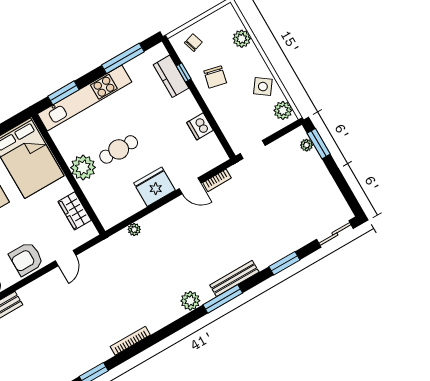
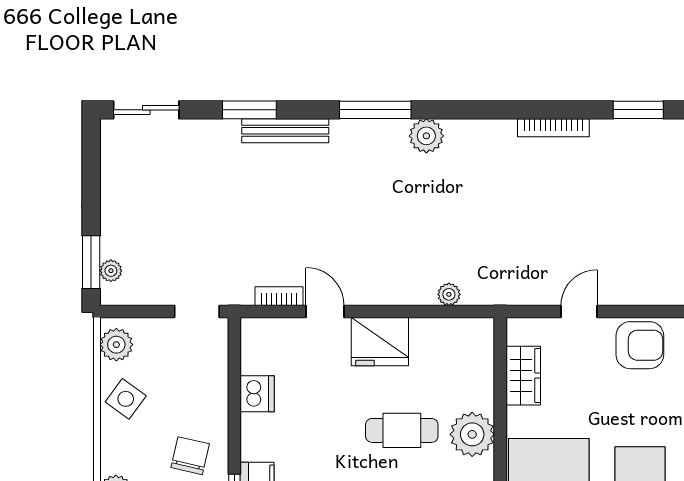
bench: (234, 278) -> (285, 131), moved

